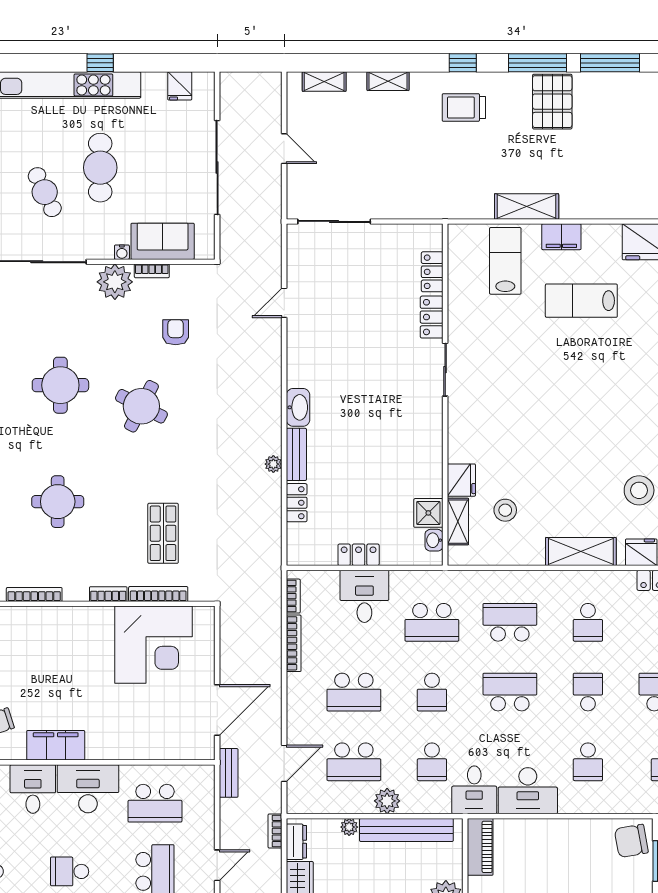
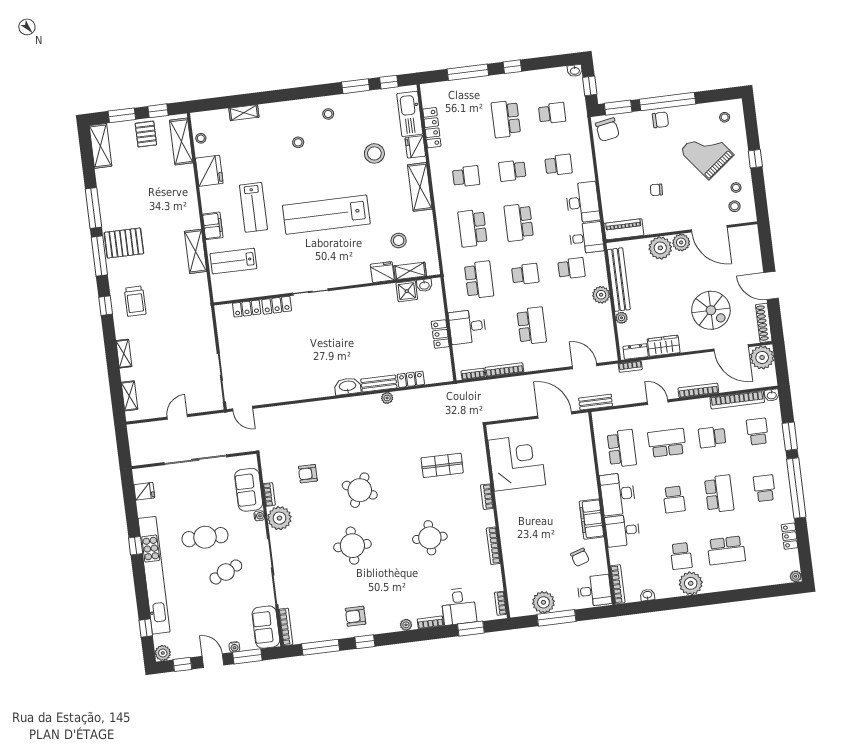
door: (284, 303) -> (243, 409), moved
lab bench: (557, 408) -> (326, 215), added
bookcase: (158, 594) -> (483, 464), removed
school desk: (354, 762) -> (578, 320), removed

